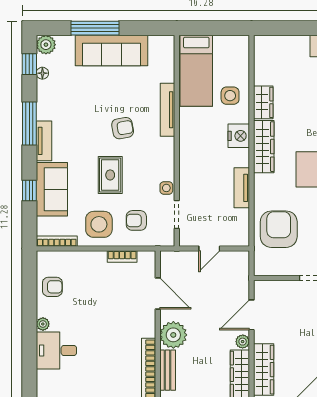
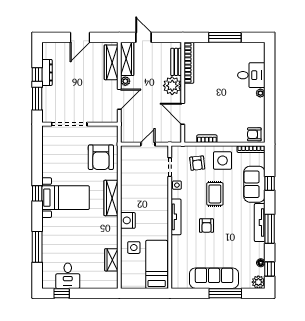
wardrobe: (263, 102) -> (111, 260), moved
tv unit: (168, 110) -> (176, 217), moved
armchair: (123, 128) -> (207, 226), turned -80
tv unit: (44, 141) -> (260, 223), width x1.41
wardrobe: (264, 147) -> (111, 198), moved
tv unit: (242, 188) -> (126, 185), removed
armchair: (136, 220) -> (197, 163), turned 84
armchair: (52, 287) -> (254, 134), moved

